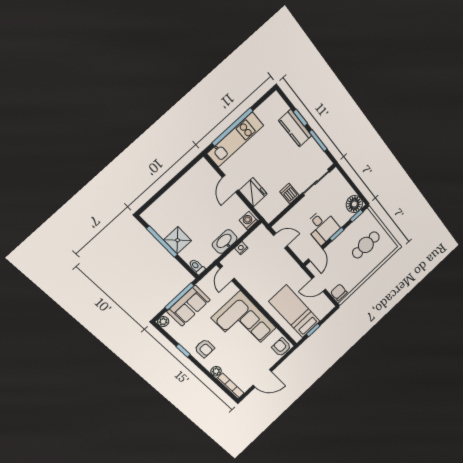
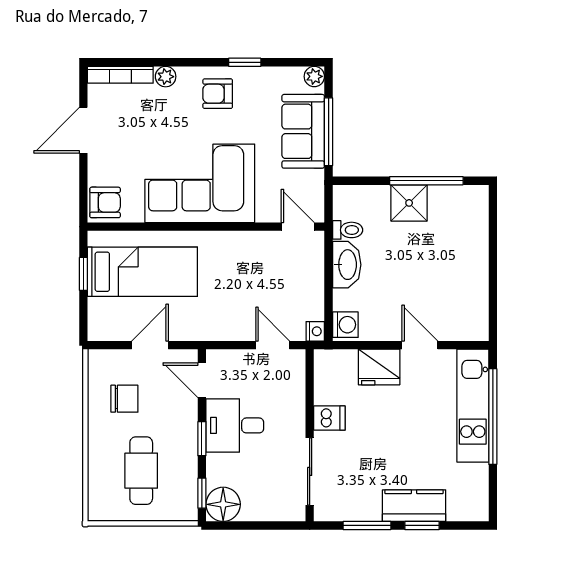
door: (280, 241) -> (273, 345), swing flipped
nightstand: (241, 248) -> (315, 331), moved
toilet: (197, 267) -> (348, 230), moved
chair: (339, 292) -> (124, 399), moved

